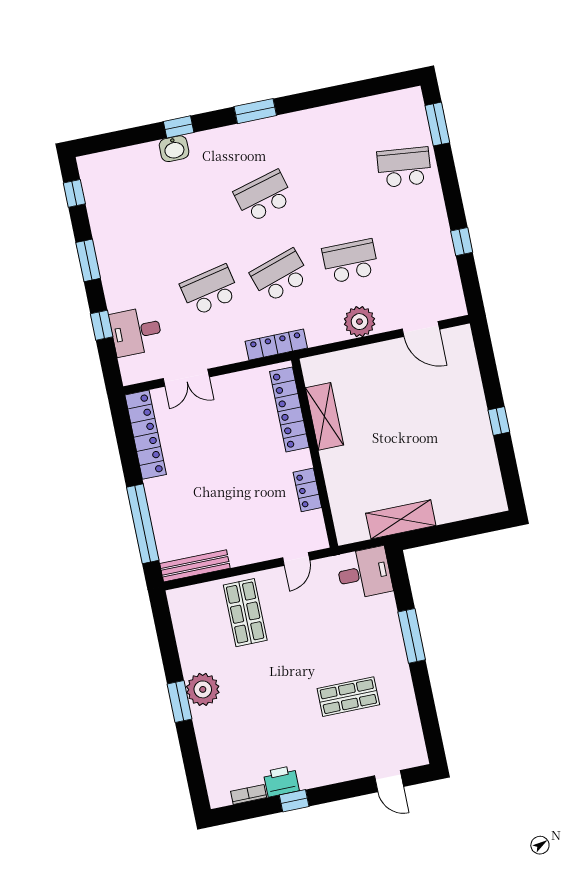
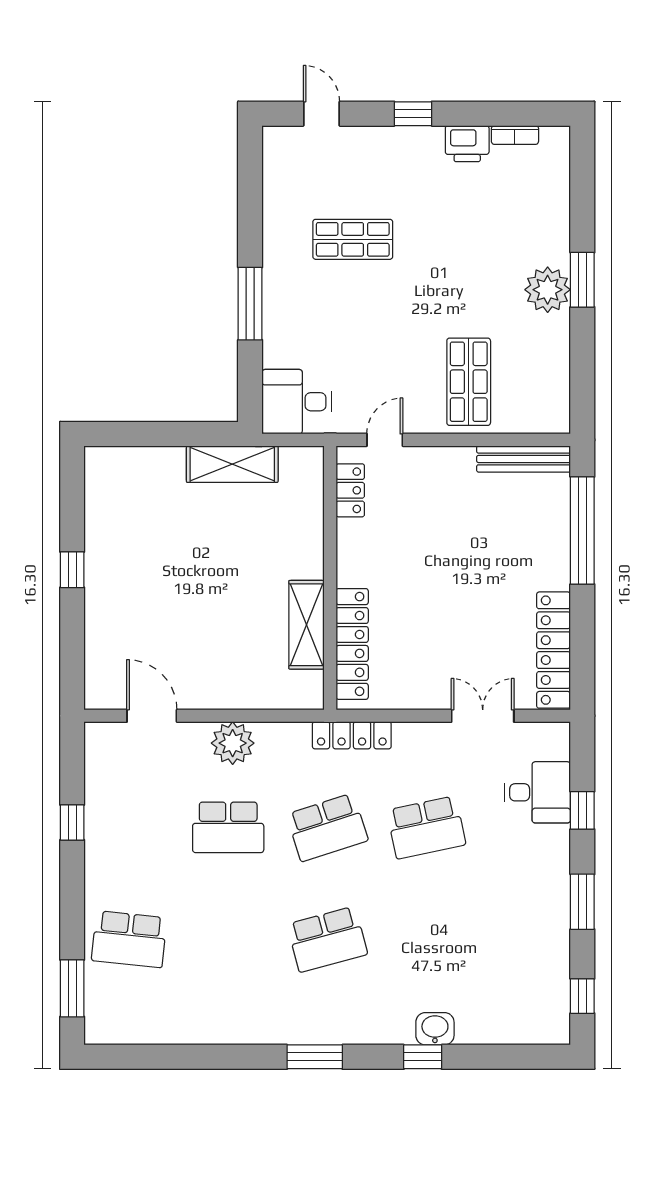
locker: (307, 490) -> (350, 490), moved
window: (294, 801) -> (413, 114), moved

